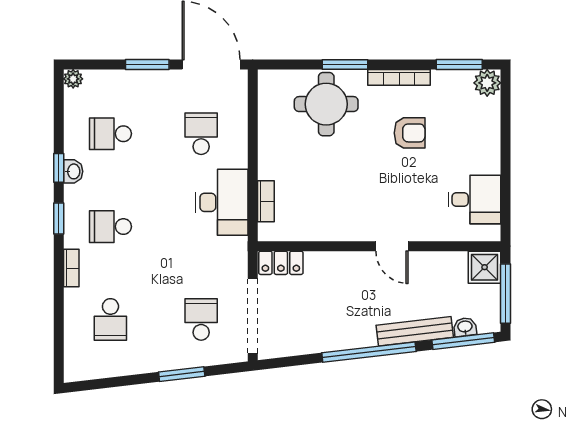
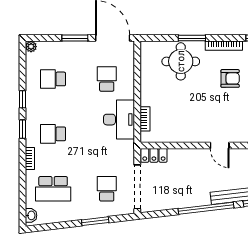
washbasin: (73, 171) -> (31, 215), moved
school desk: (110, 319) -> (53, 189), width x1.85

